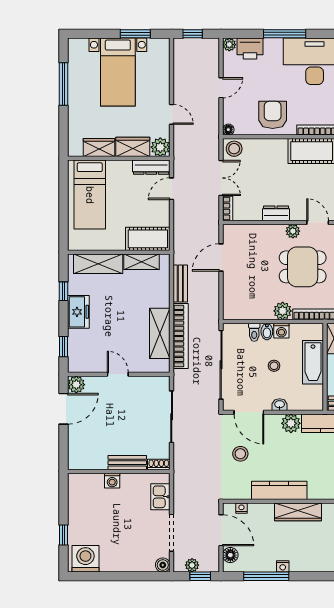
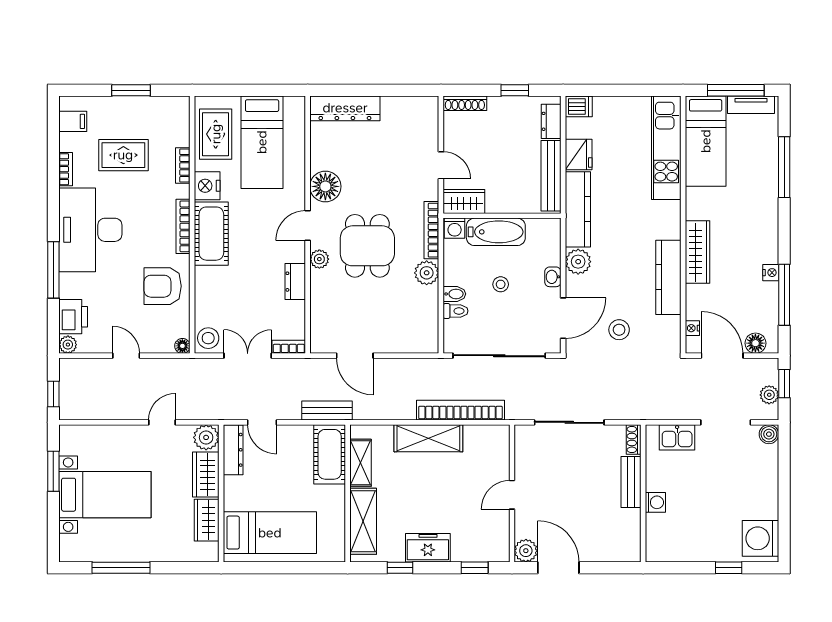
bench: (180, 283) -> (327, 411), moved
washing machine: (281, 331) -> (455, 228), moved, turned 90
shelving: (160, 333) -> (428, 438), moved
door: (221, 530) -> (722, 356), hinge flipped

